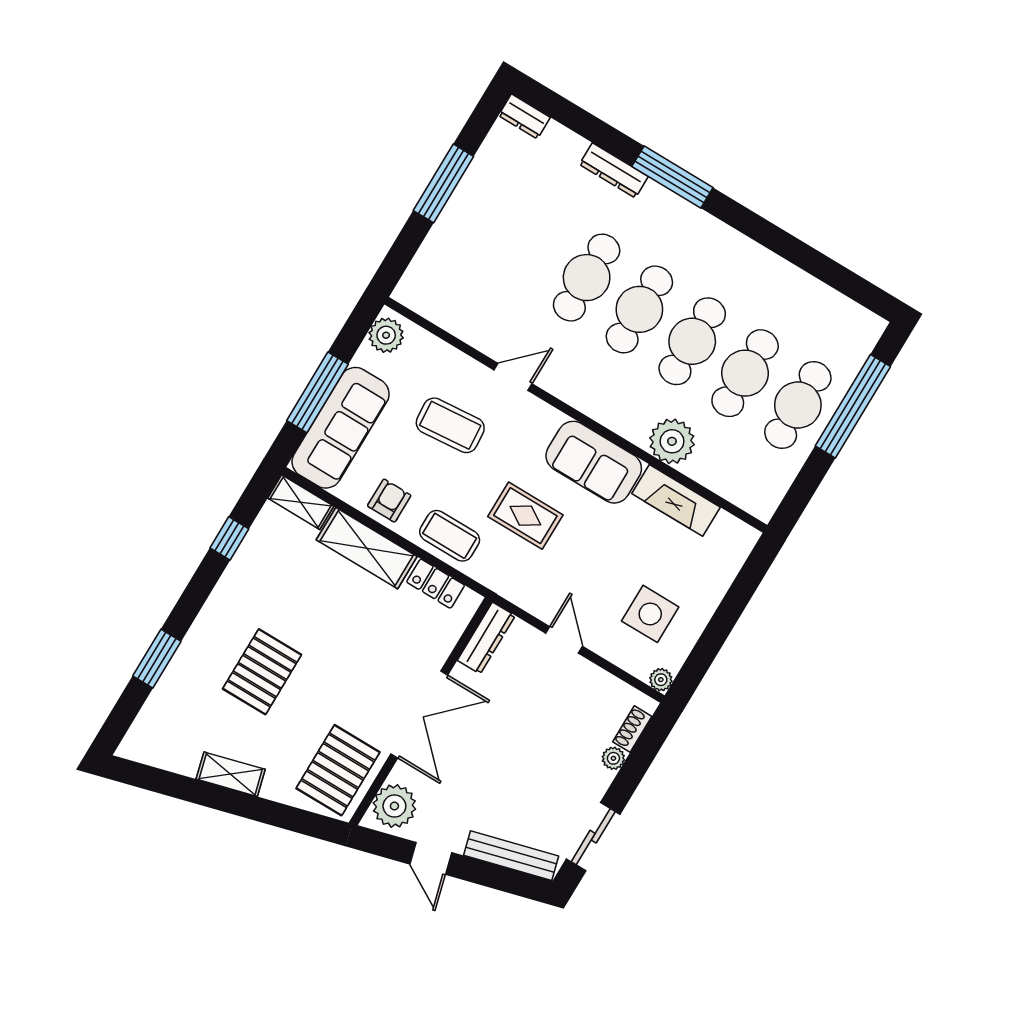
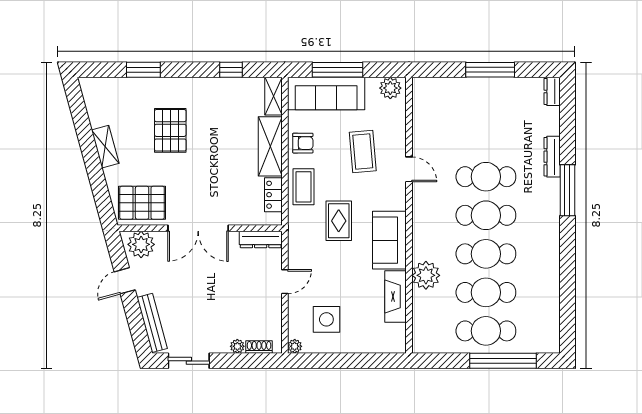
pallet: (262, 672) -> (170, 130), turned 90

